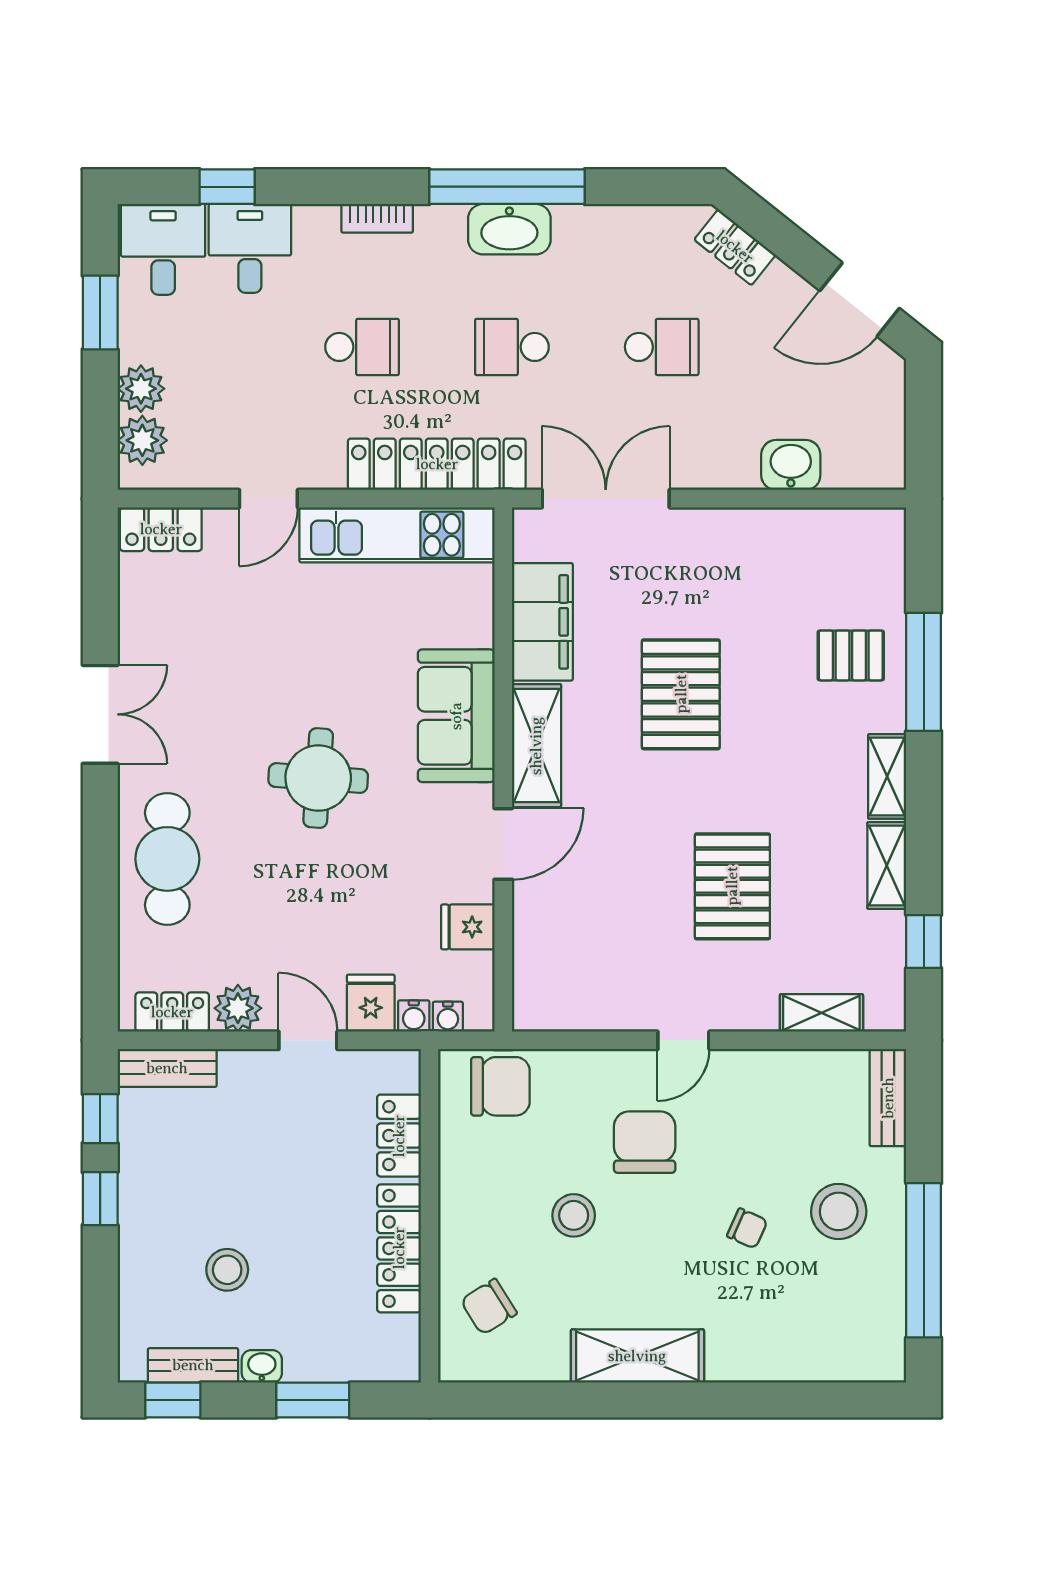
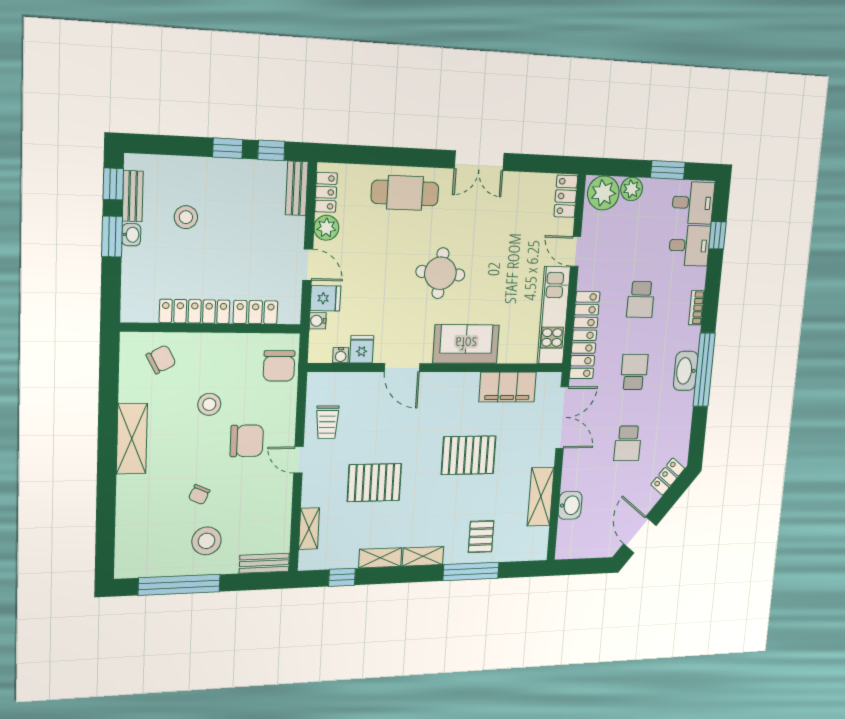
plant: (142, 440) -> (603, 193), width x1.36, depth x1.36
shelving: (536, 746) -> (541, 497), moved, turned 90
trolley: (610, 987) -> (327, 422), added
water cooler: (448, 1017) -> (341, 355), moved, turned -90
door: (308, 1040) -> (308, 265), hinge flipped
chair: (489, 1307) -> (161, 359), turned 94
window: (313, 1400) -> (112, 237), moved

